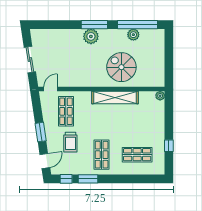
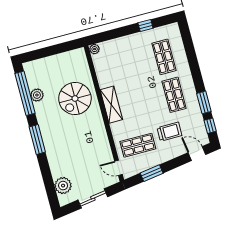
plant: (91, 36) -> (63, 186), moved
shelving: (115, 98) -> (111, 105), width x0.68
window: (41, 132) -> (152, 173), moved
shop shelf: (102, 155) -> (174, 95), turned 90

